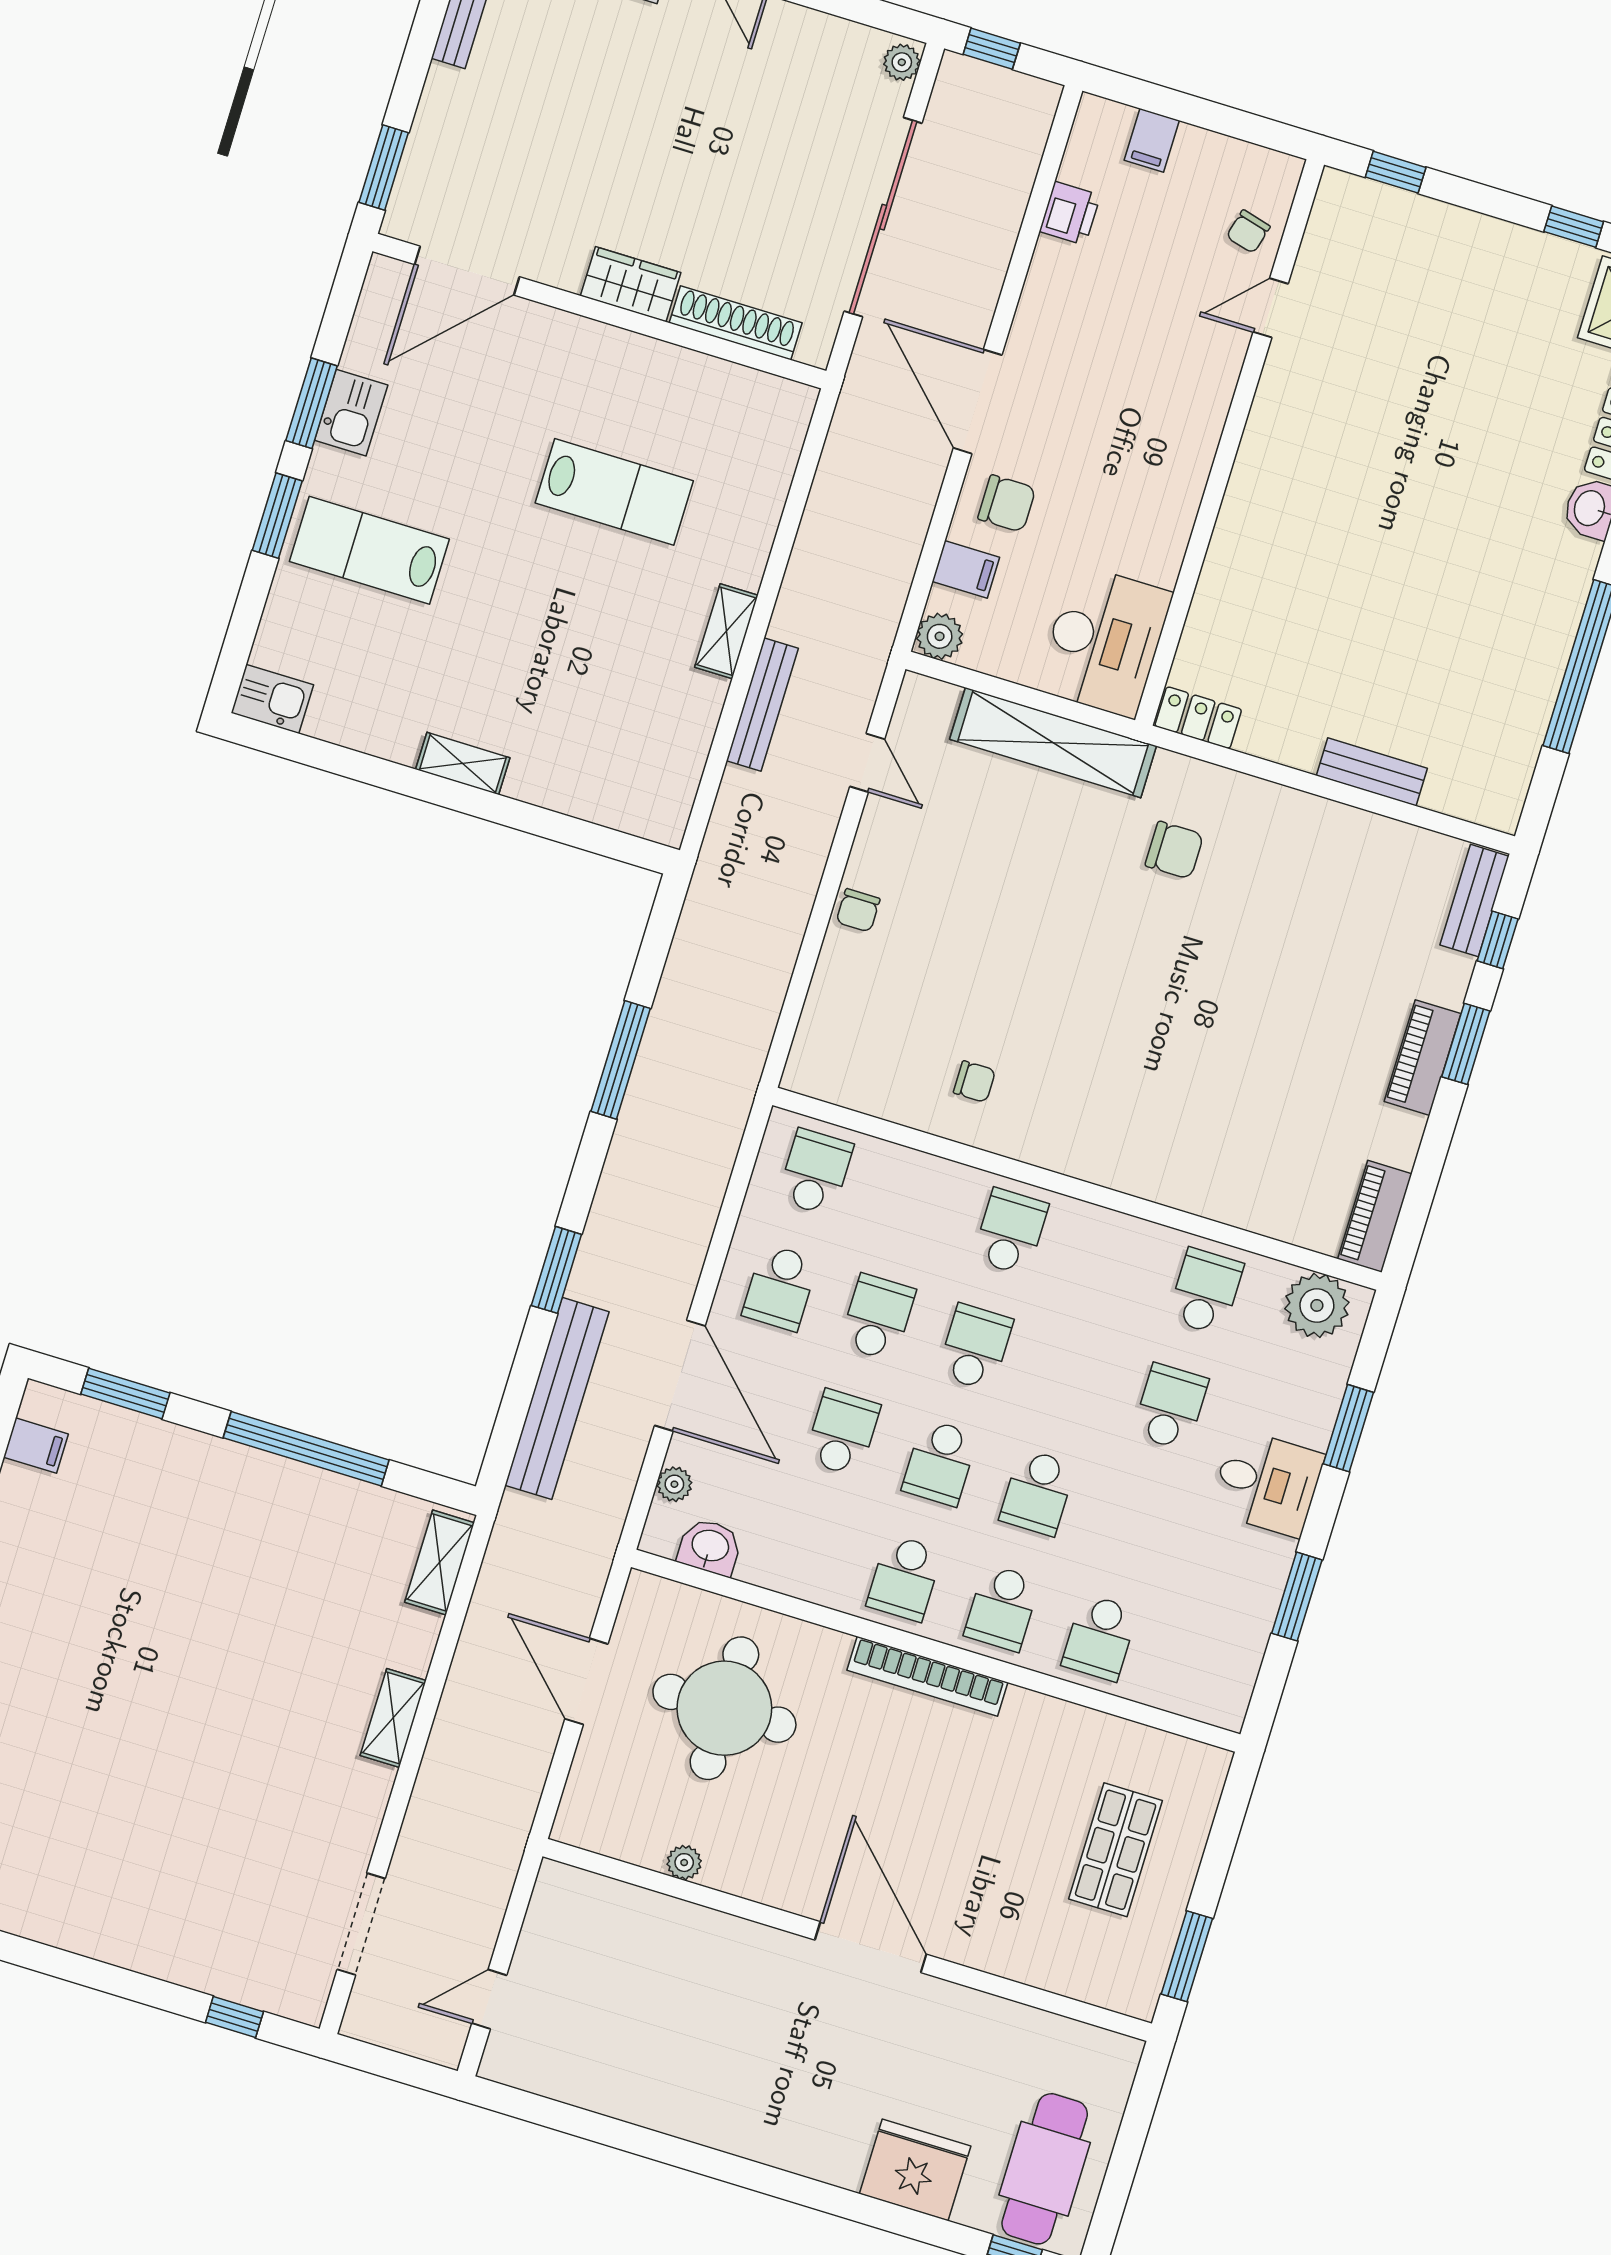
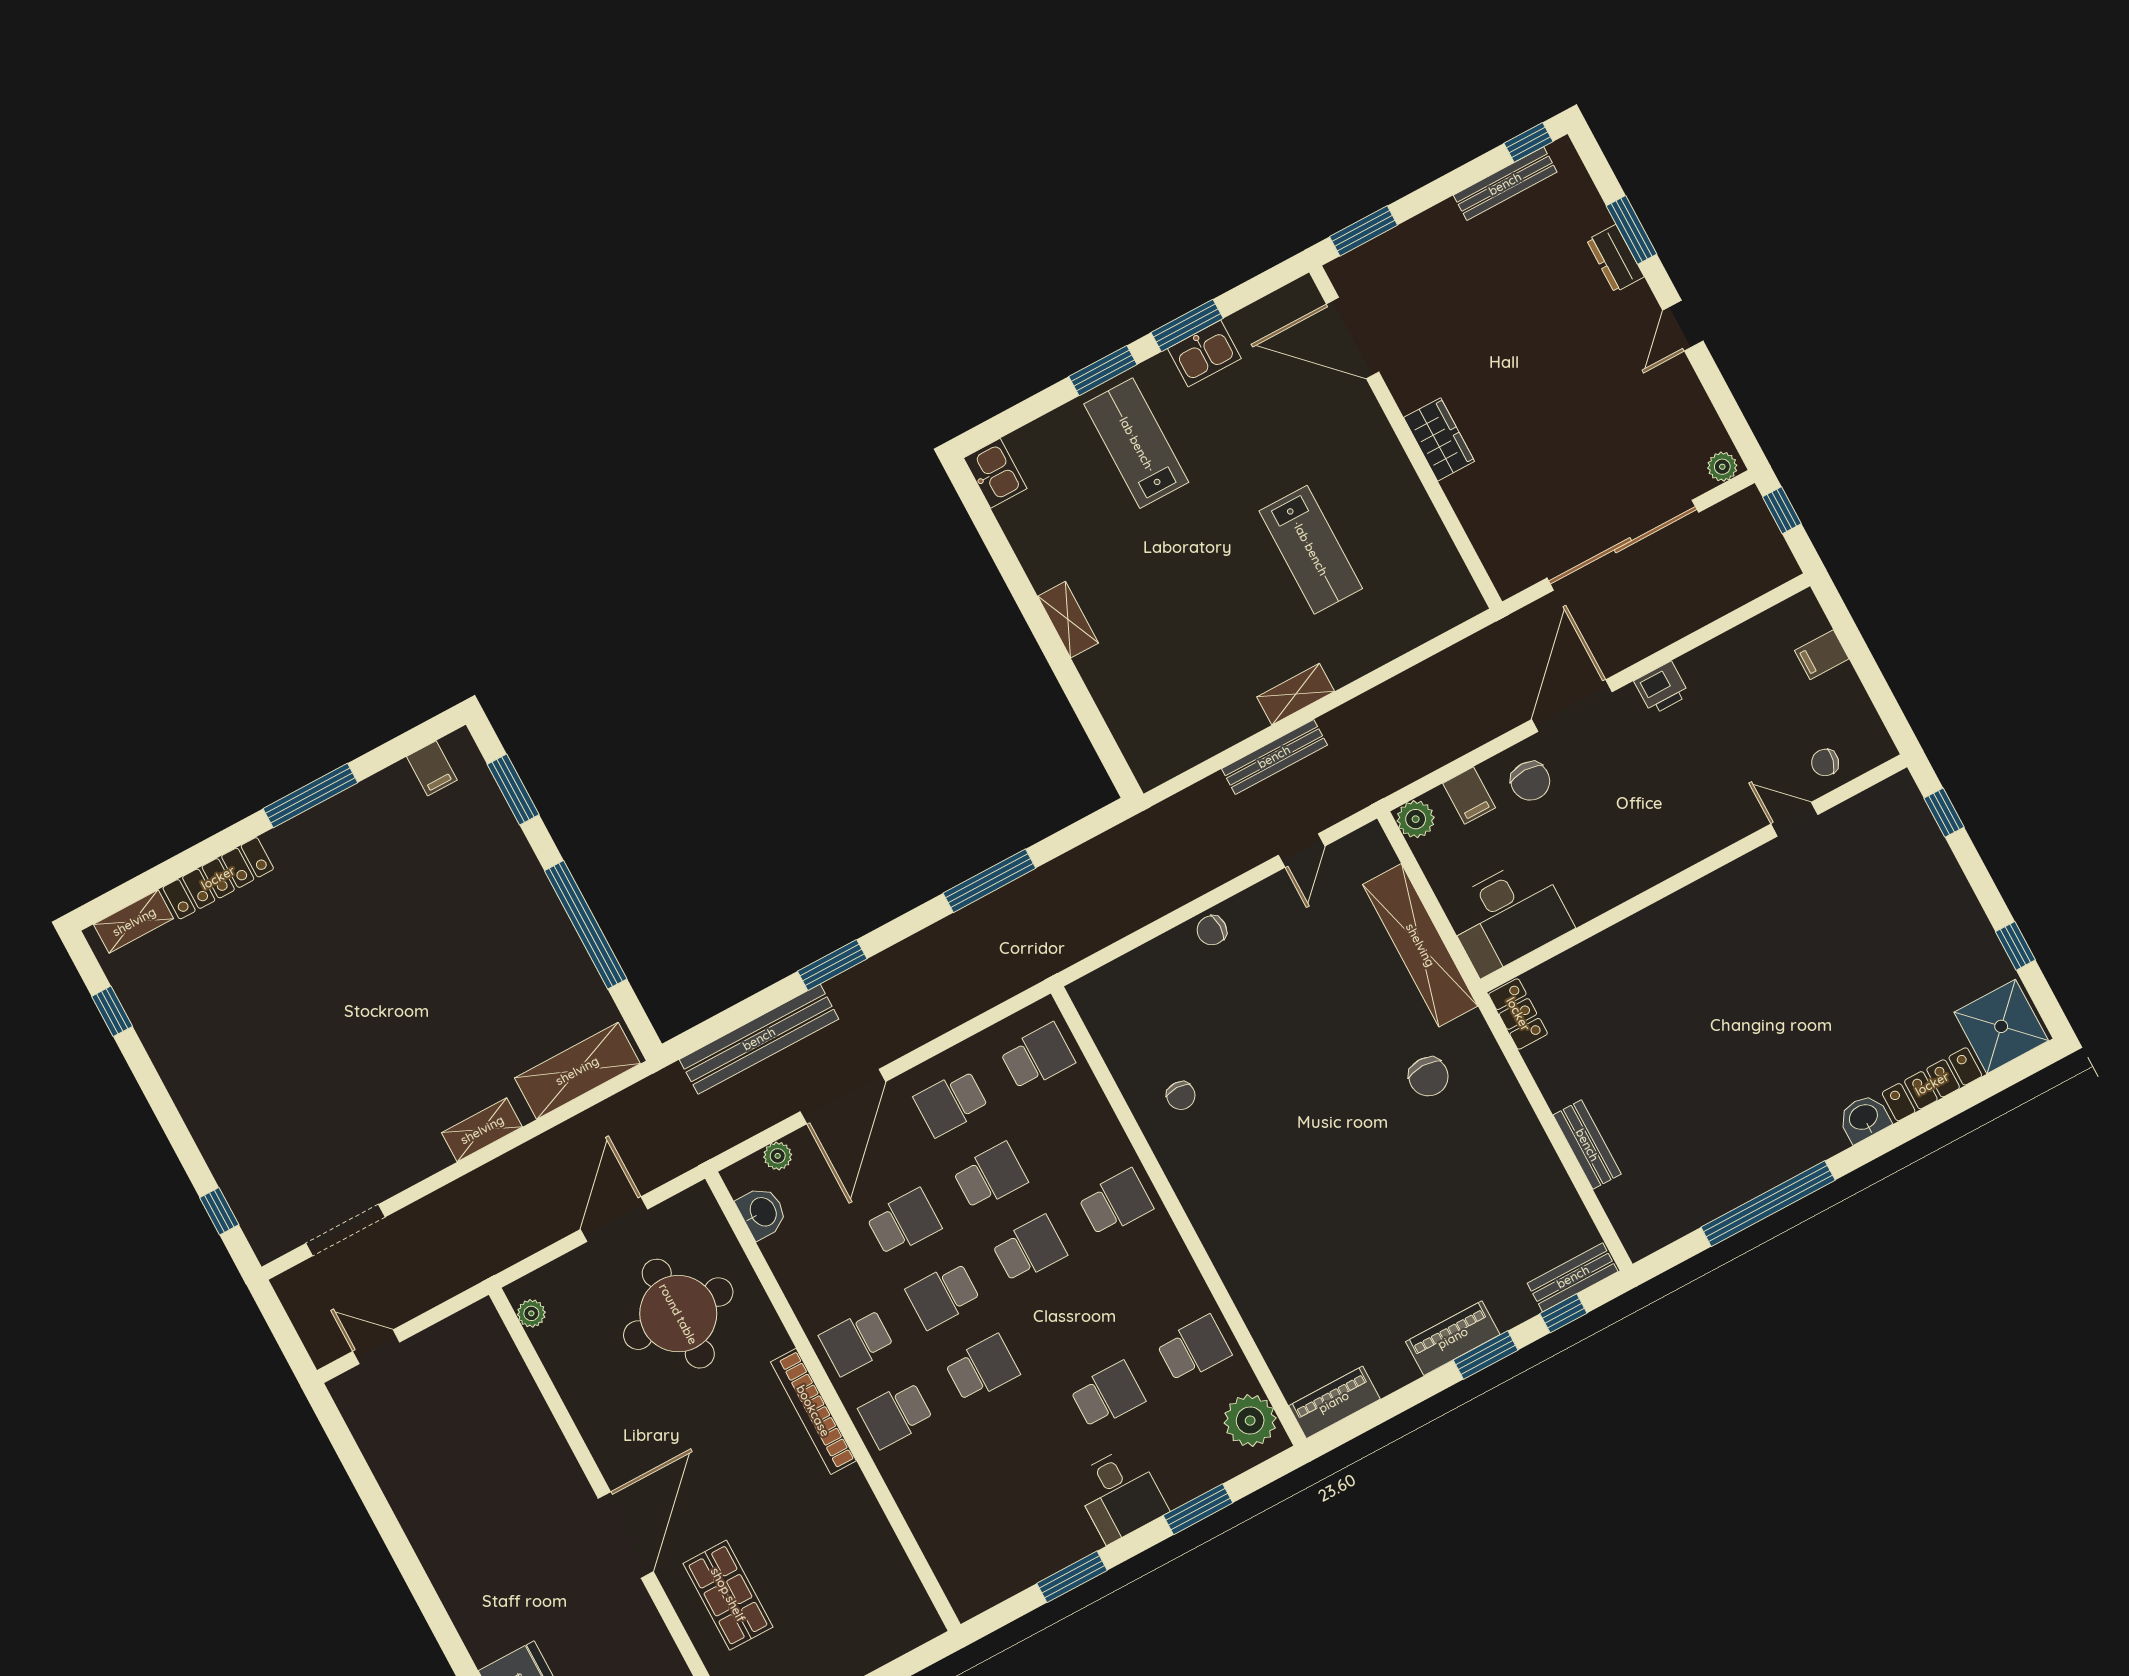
printer: (1070, 213) -> (1662, 688), moved
shoe rack: (736, 323) -> (1477, 522), removed
school desk: (1037, 1492) -> (982, 1368), turned 180
shelving: (440, 1562) -> (577, 1071), width x1.50, depth x1.33
school desk: (1100, 1638) -> (935, 1488), removed
shop shelf: (1116, 1850) -> (728, 1595), moved, turned 90
plant: (684, 1863) -> (531, 1313), moved

